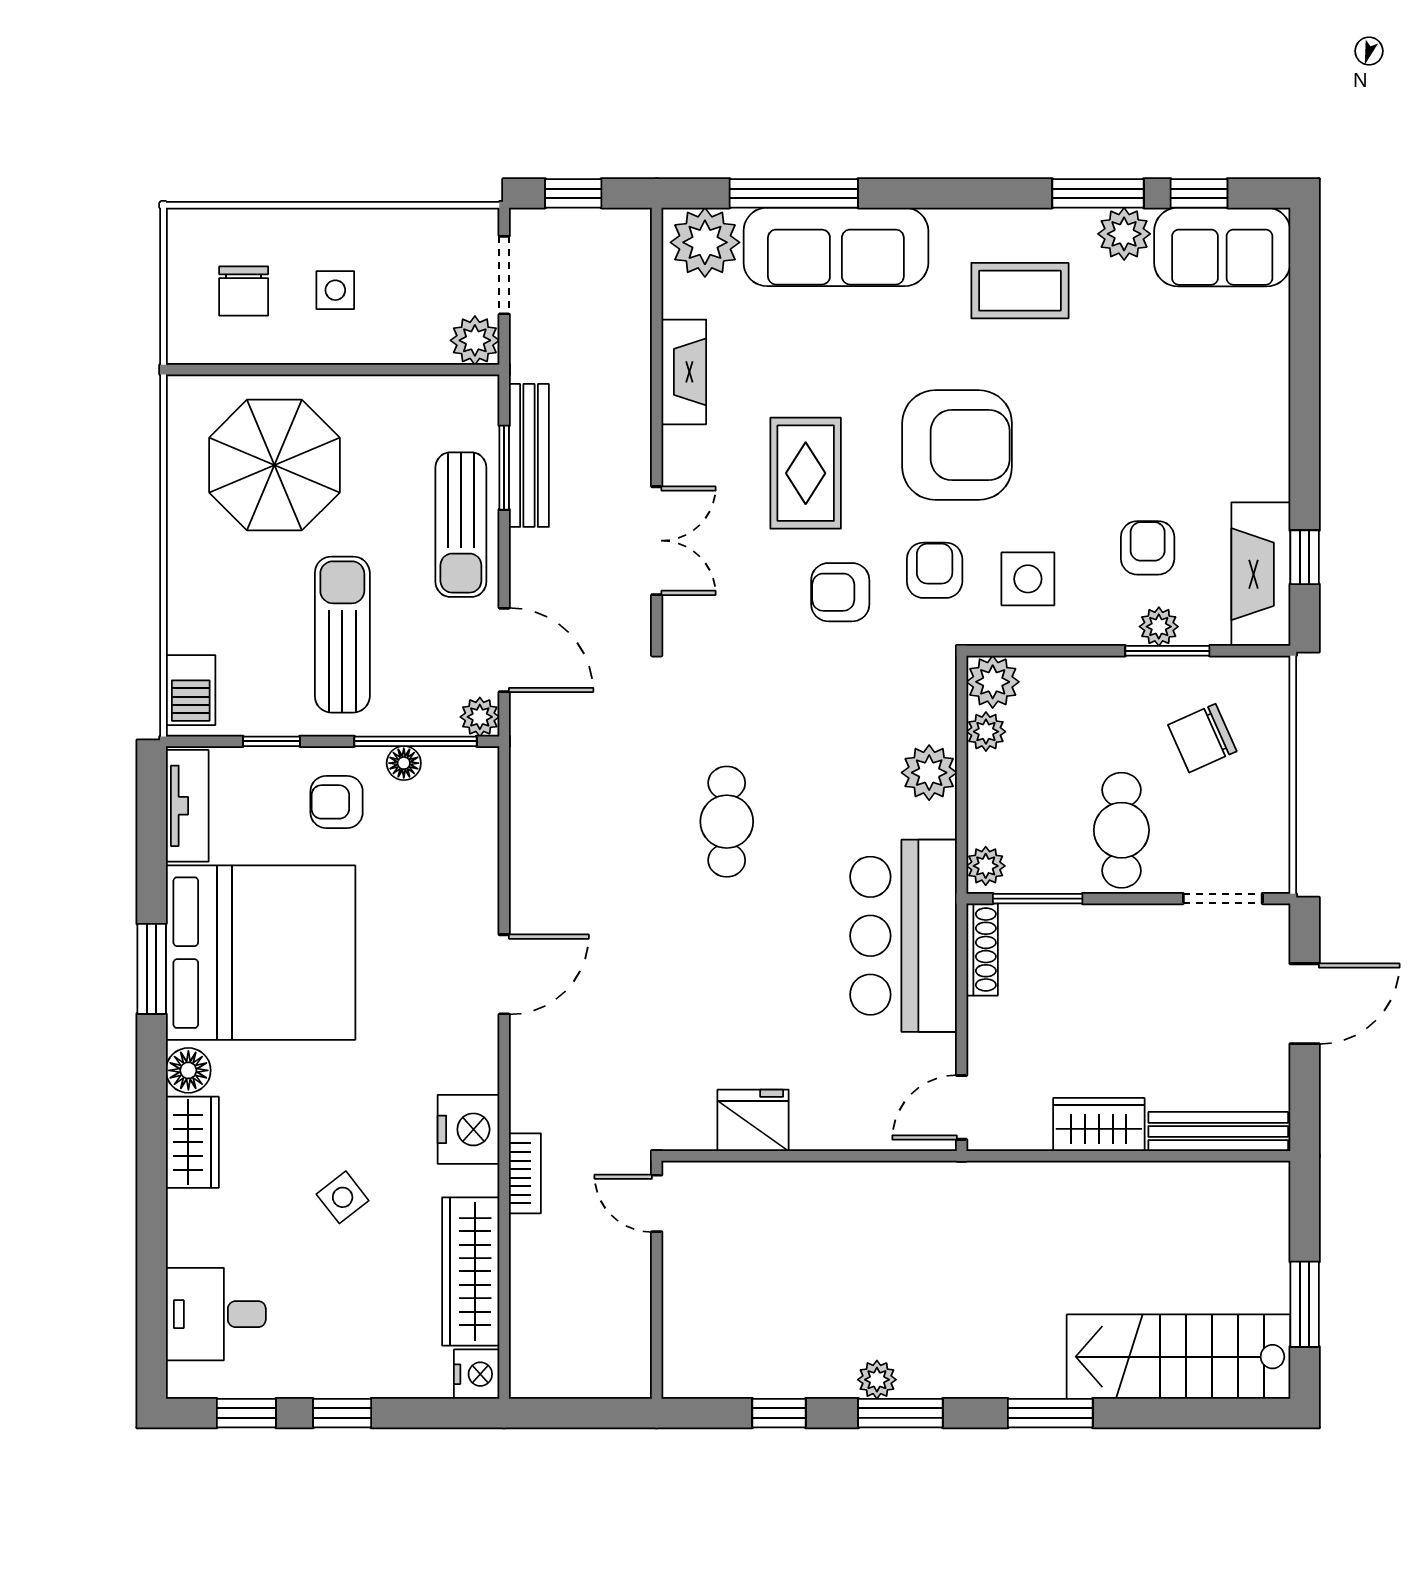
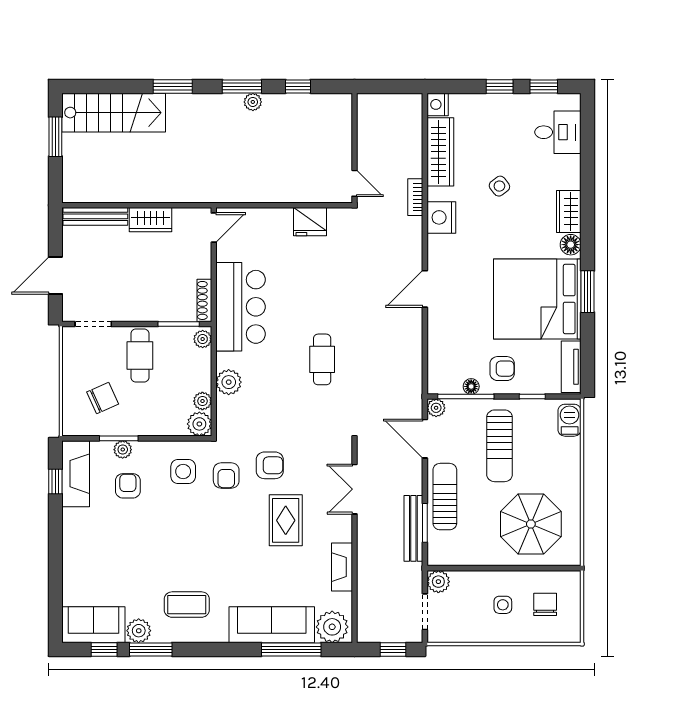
armchair: (957, 445) -> (216, 533), removed
armchair: (1148, 548) -> (128, 486), turned 180

